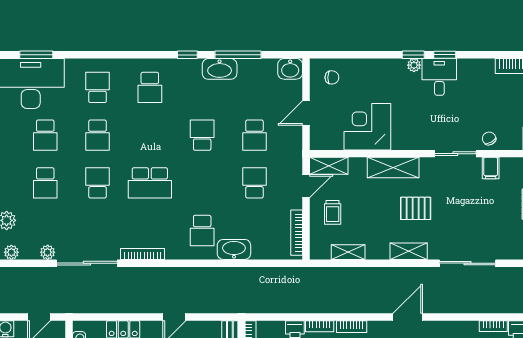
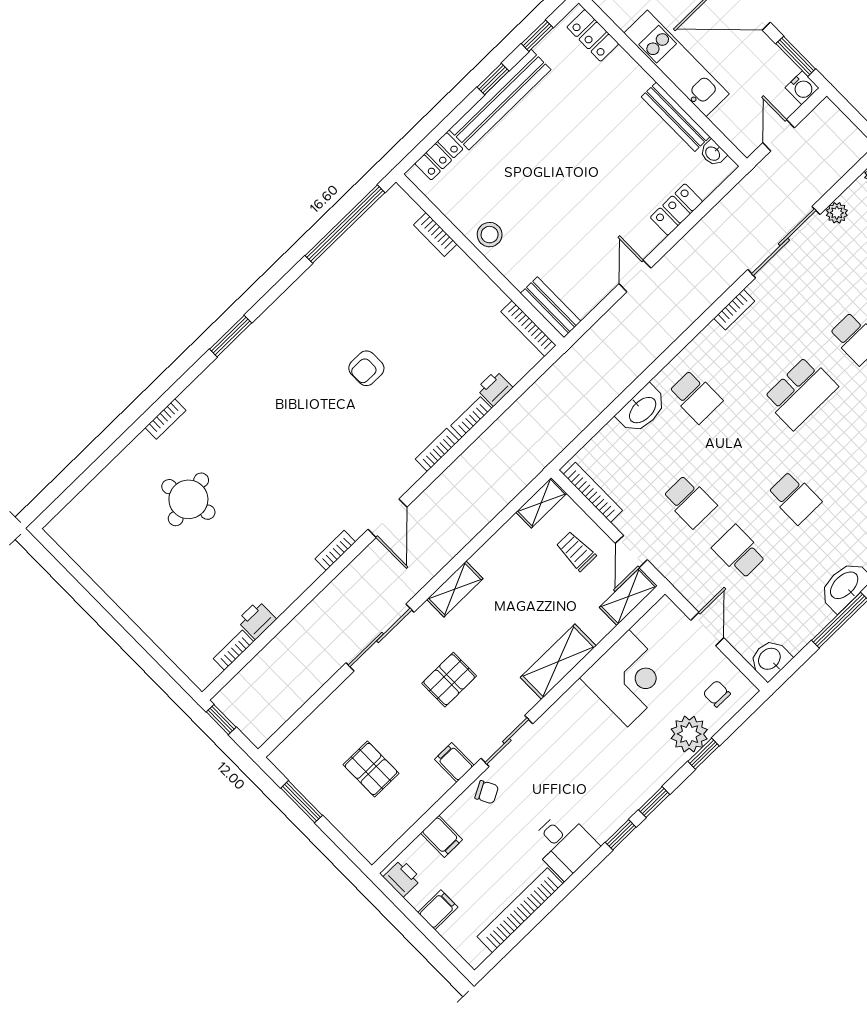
window: (367, 55) -> (704, 754), added
plant: (414, 65) -> (689, 734), moved, width x1.87, depth x1.87
chair: (332, 77) -> (717, 694), turned 88
desk: (439, 77) -> (564, 845), moved
school desk: (150, 183) -> (800, 393), turned 180
pallet: (416, 208) -> (449, 680), moved
school desk: (202, 231) -> (695, 396), turned 180
shelving: (348, 252) -> (541, 503), moved
bookcase: (143, 254) -> (734, 310), width x0.64
bookcase: (493, 326) -> (335, 550), moved

